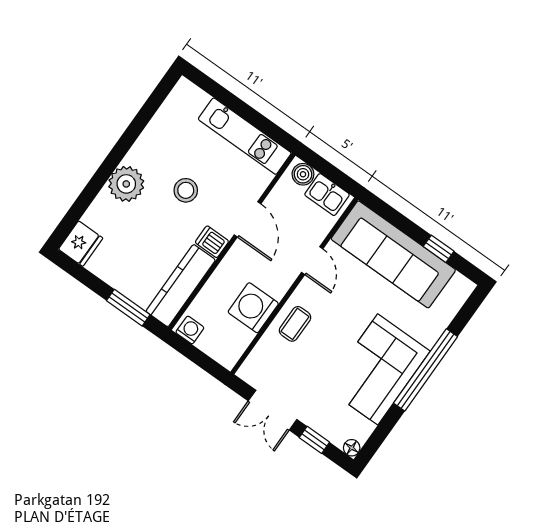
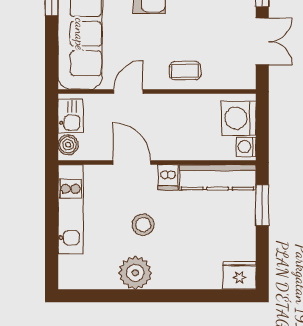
plant: (126, 184) -> (135, 273), moved
door: (247, 219) -> (132, 163), hinge flipped
washing machine: (253, 308) -> (239, 118), moved, turned 90

